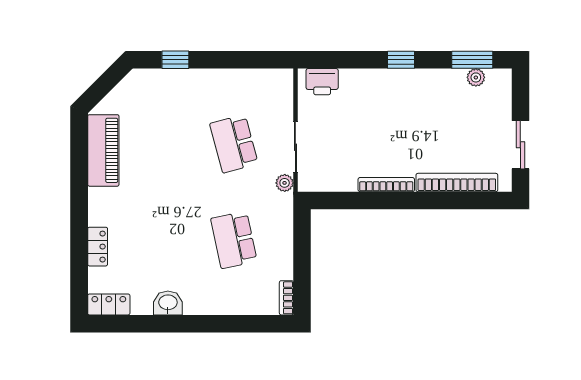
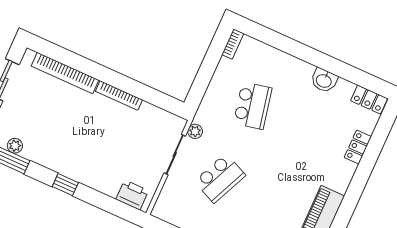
school desk: (234, 144) -> (220, 178), turned 39

